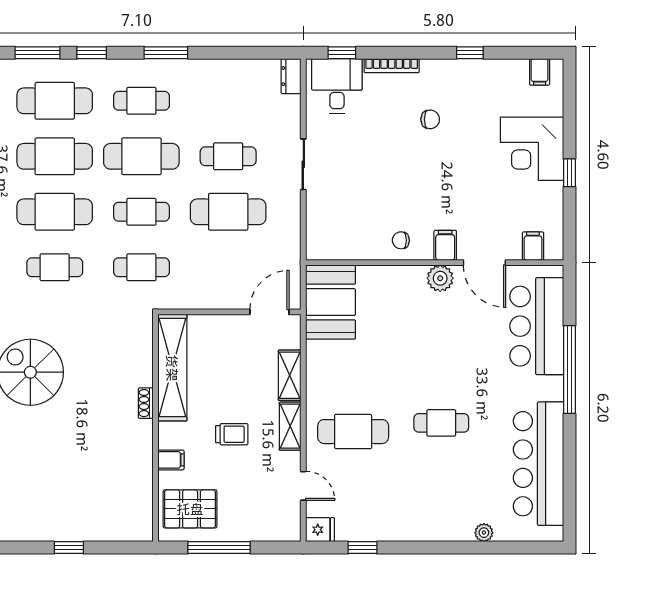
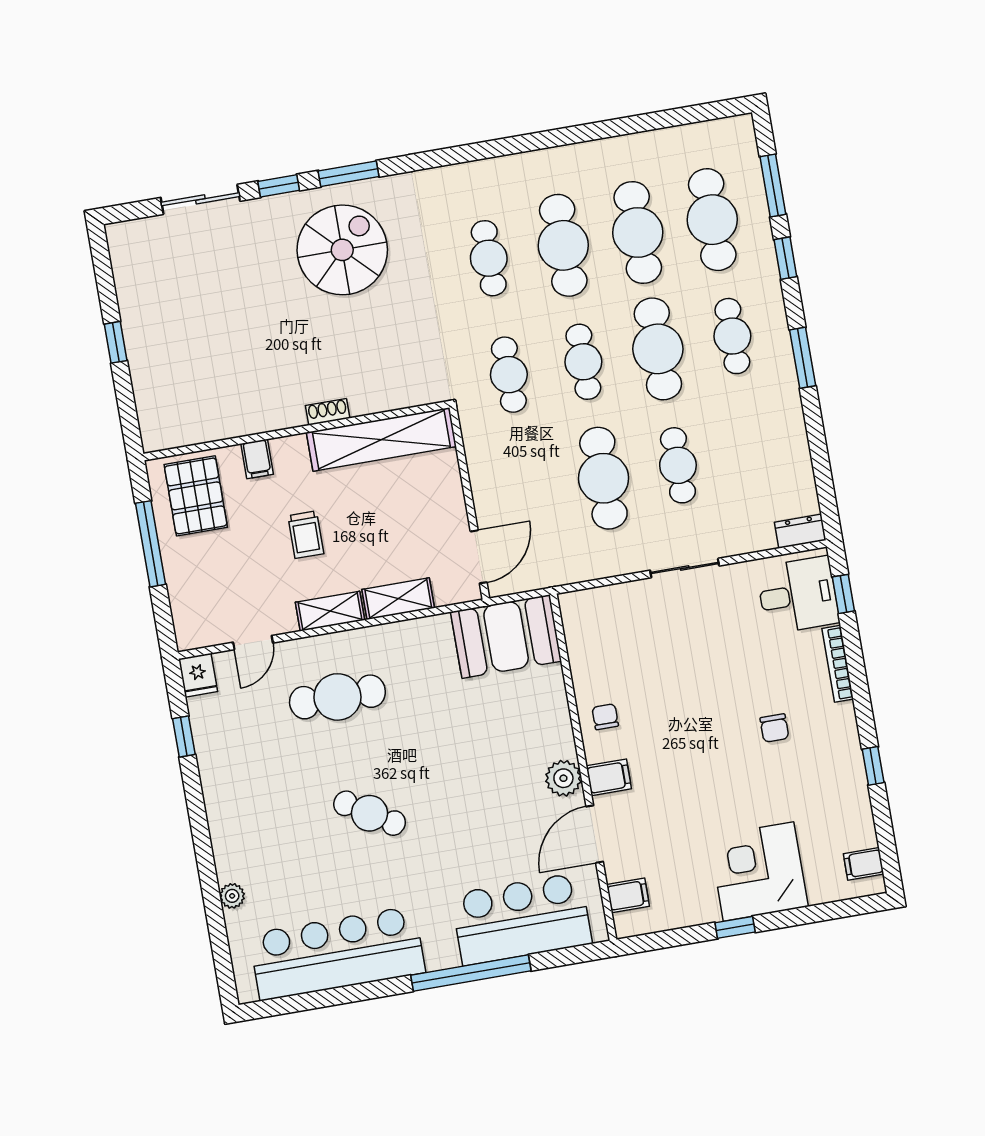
door: (269, 312) -> (479, 557), hinge flipped
cafe table: (441, 423) -> (370, 813), turned -58
cafe table: (353, 432) -> (337, 697), turned 90

